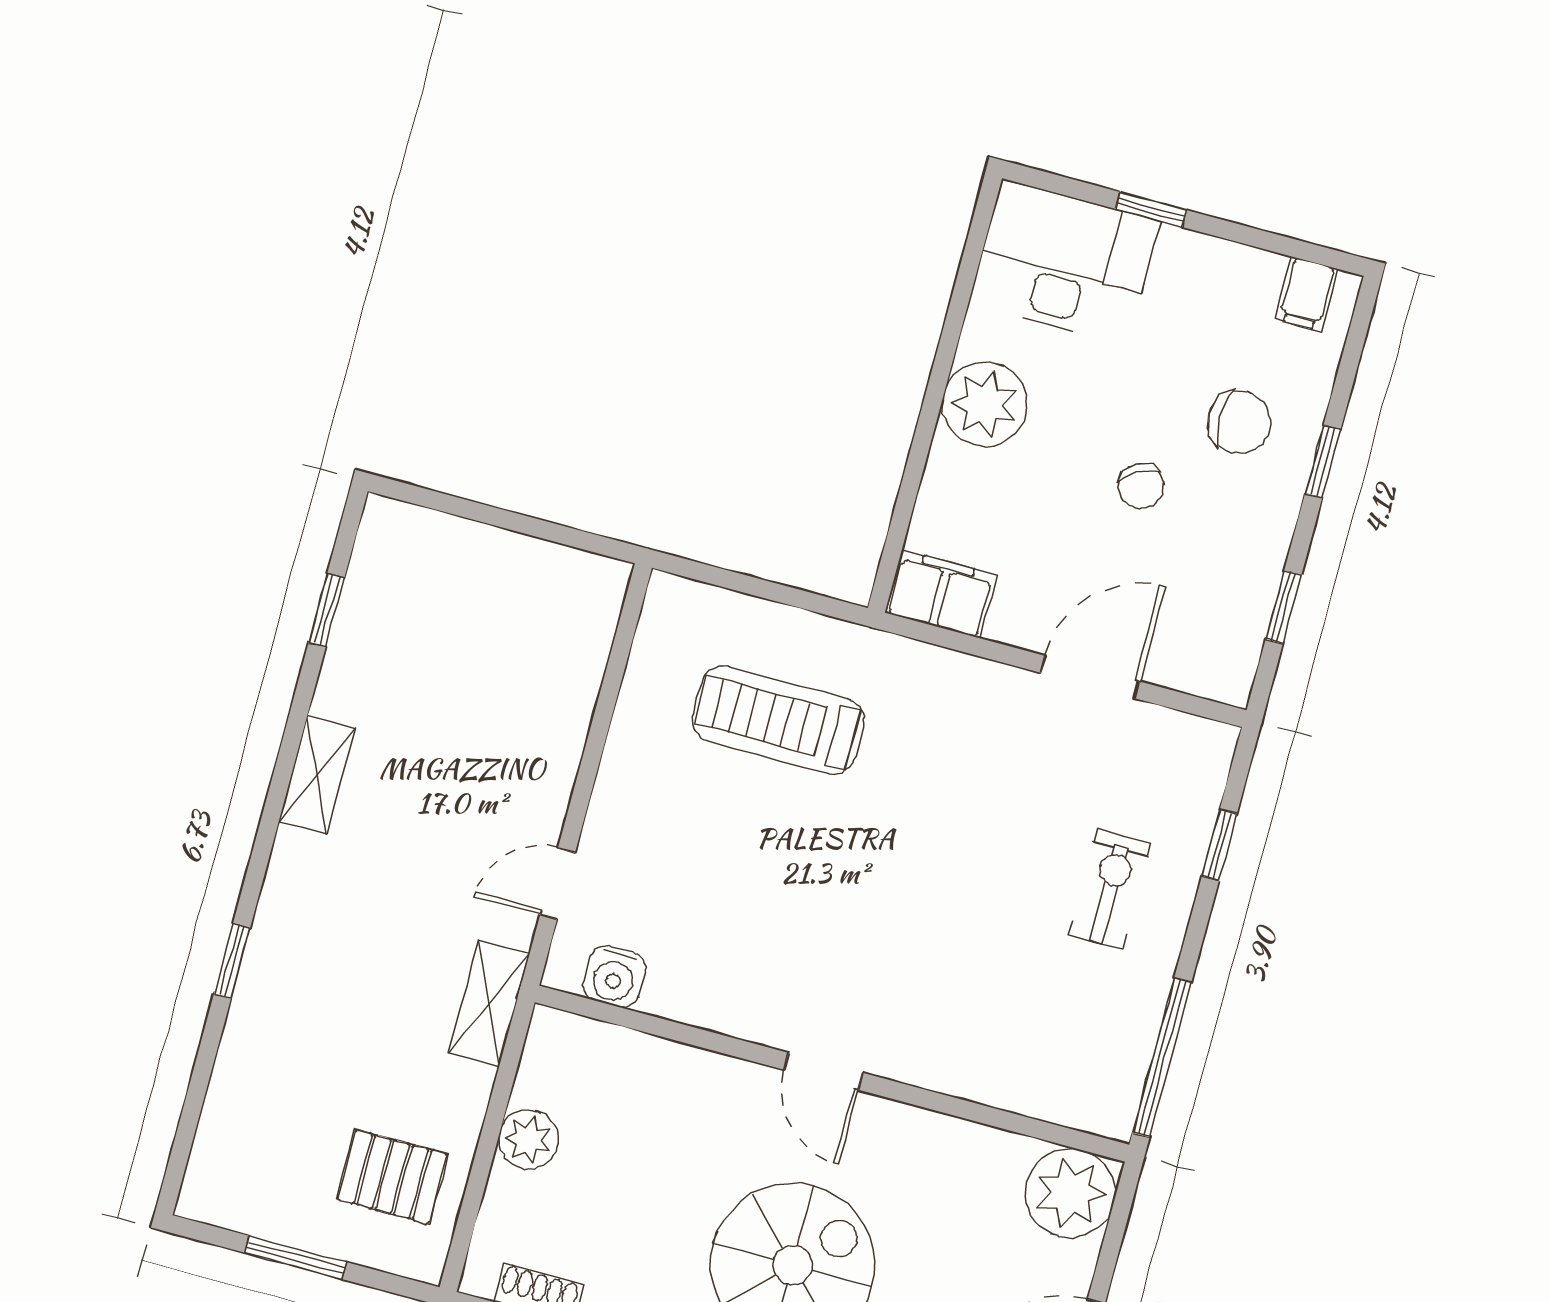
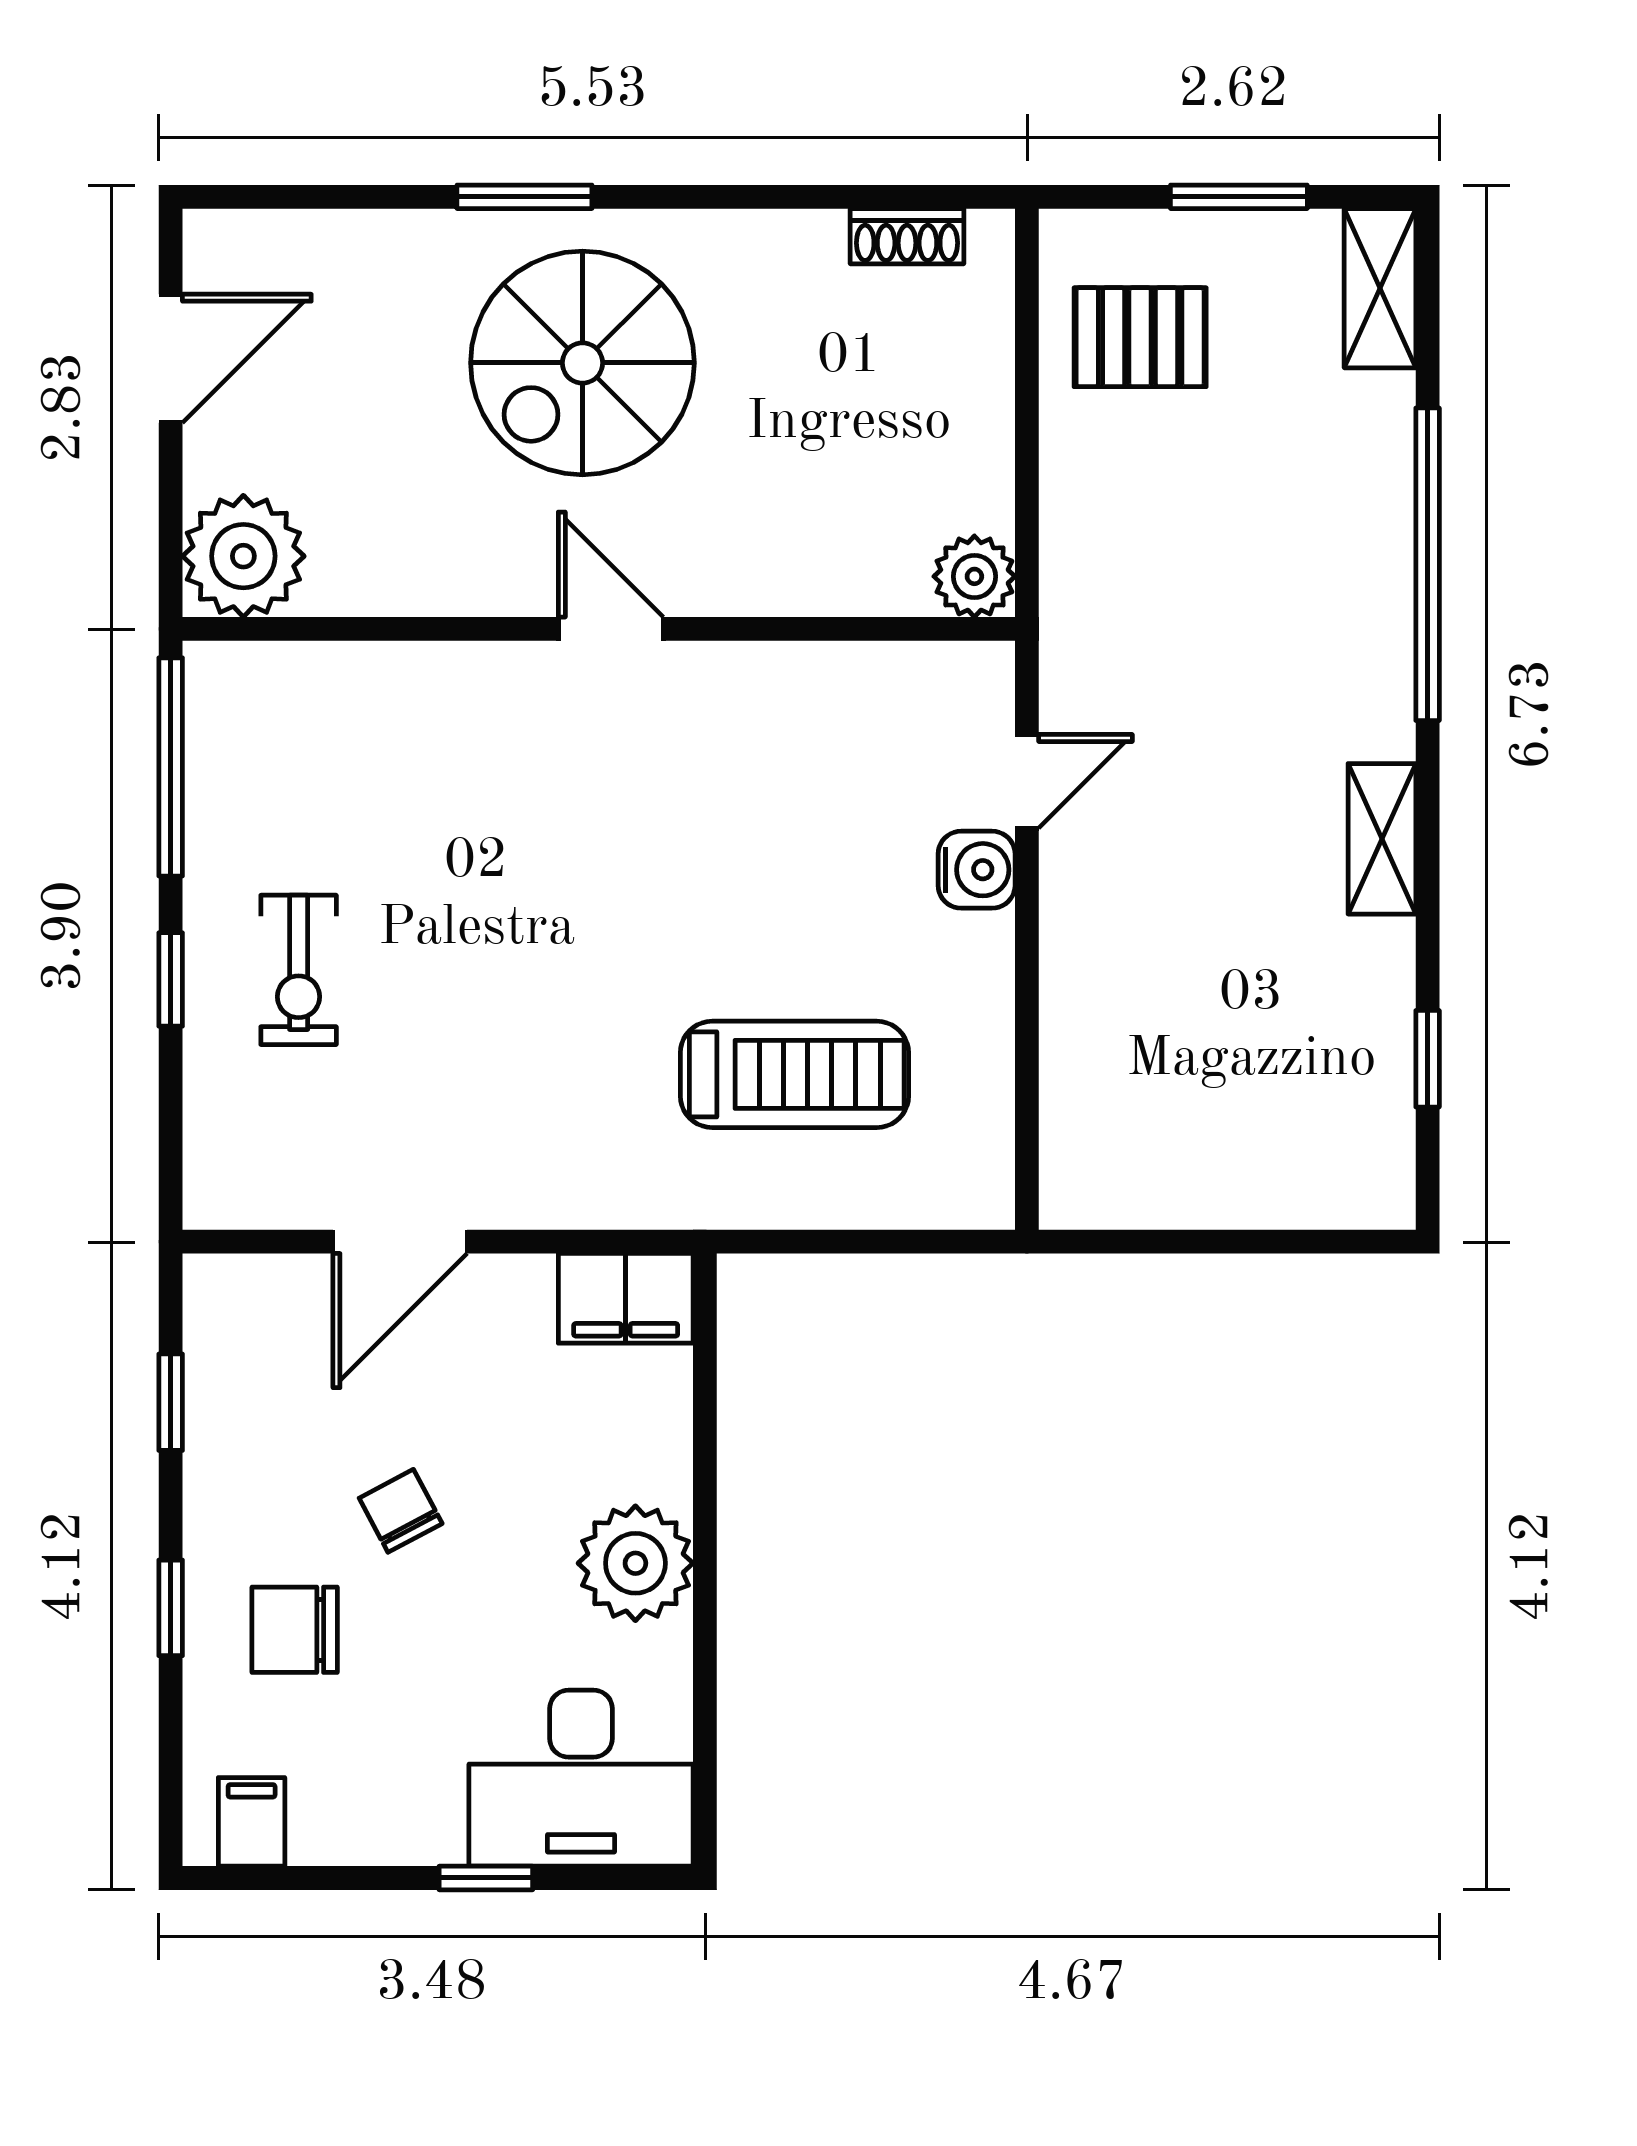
window: (1219, 845) -> (171, 979), moved
window: (232, 961) -> (1428, 564), width x3.17
water cooler: (614, 977) -> (977, 870), moved, turned 90
shelving: (489, 1004) -> (1380, 288), moved
plant: (528, 1140) -> (974, 576), moved

